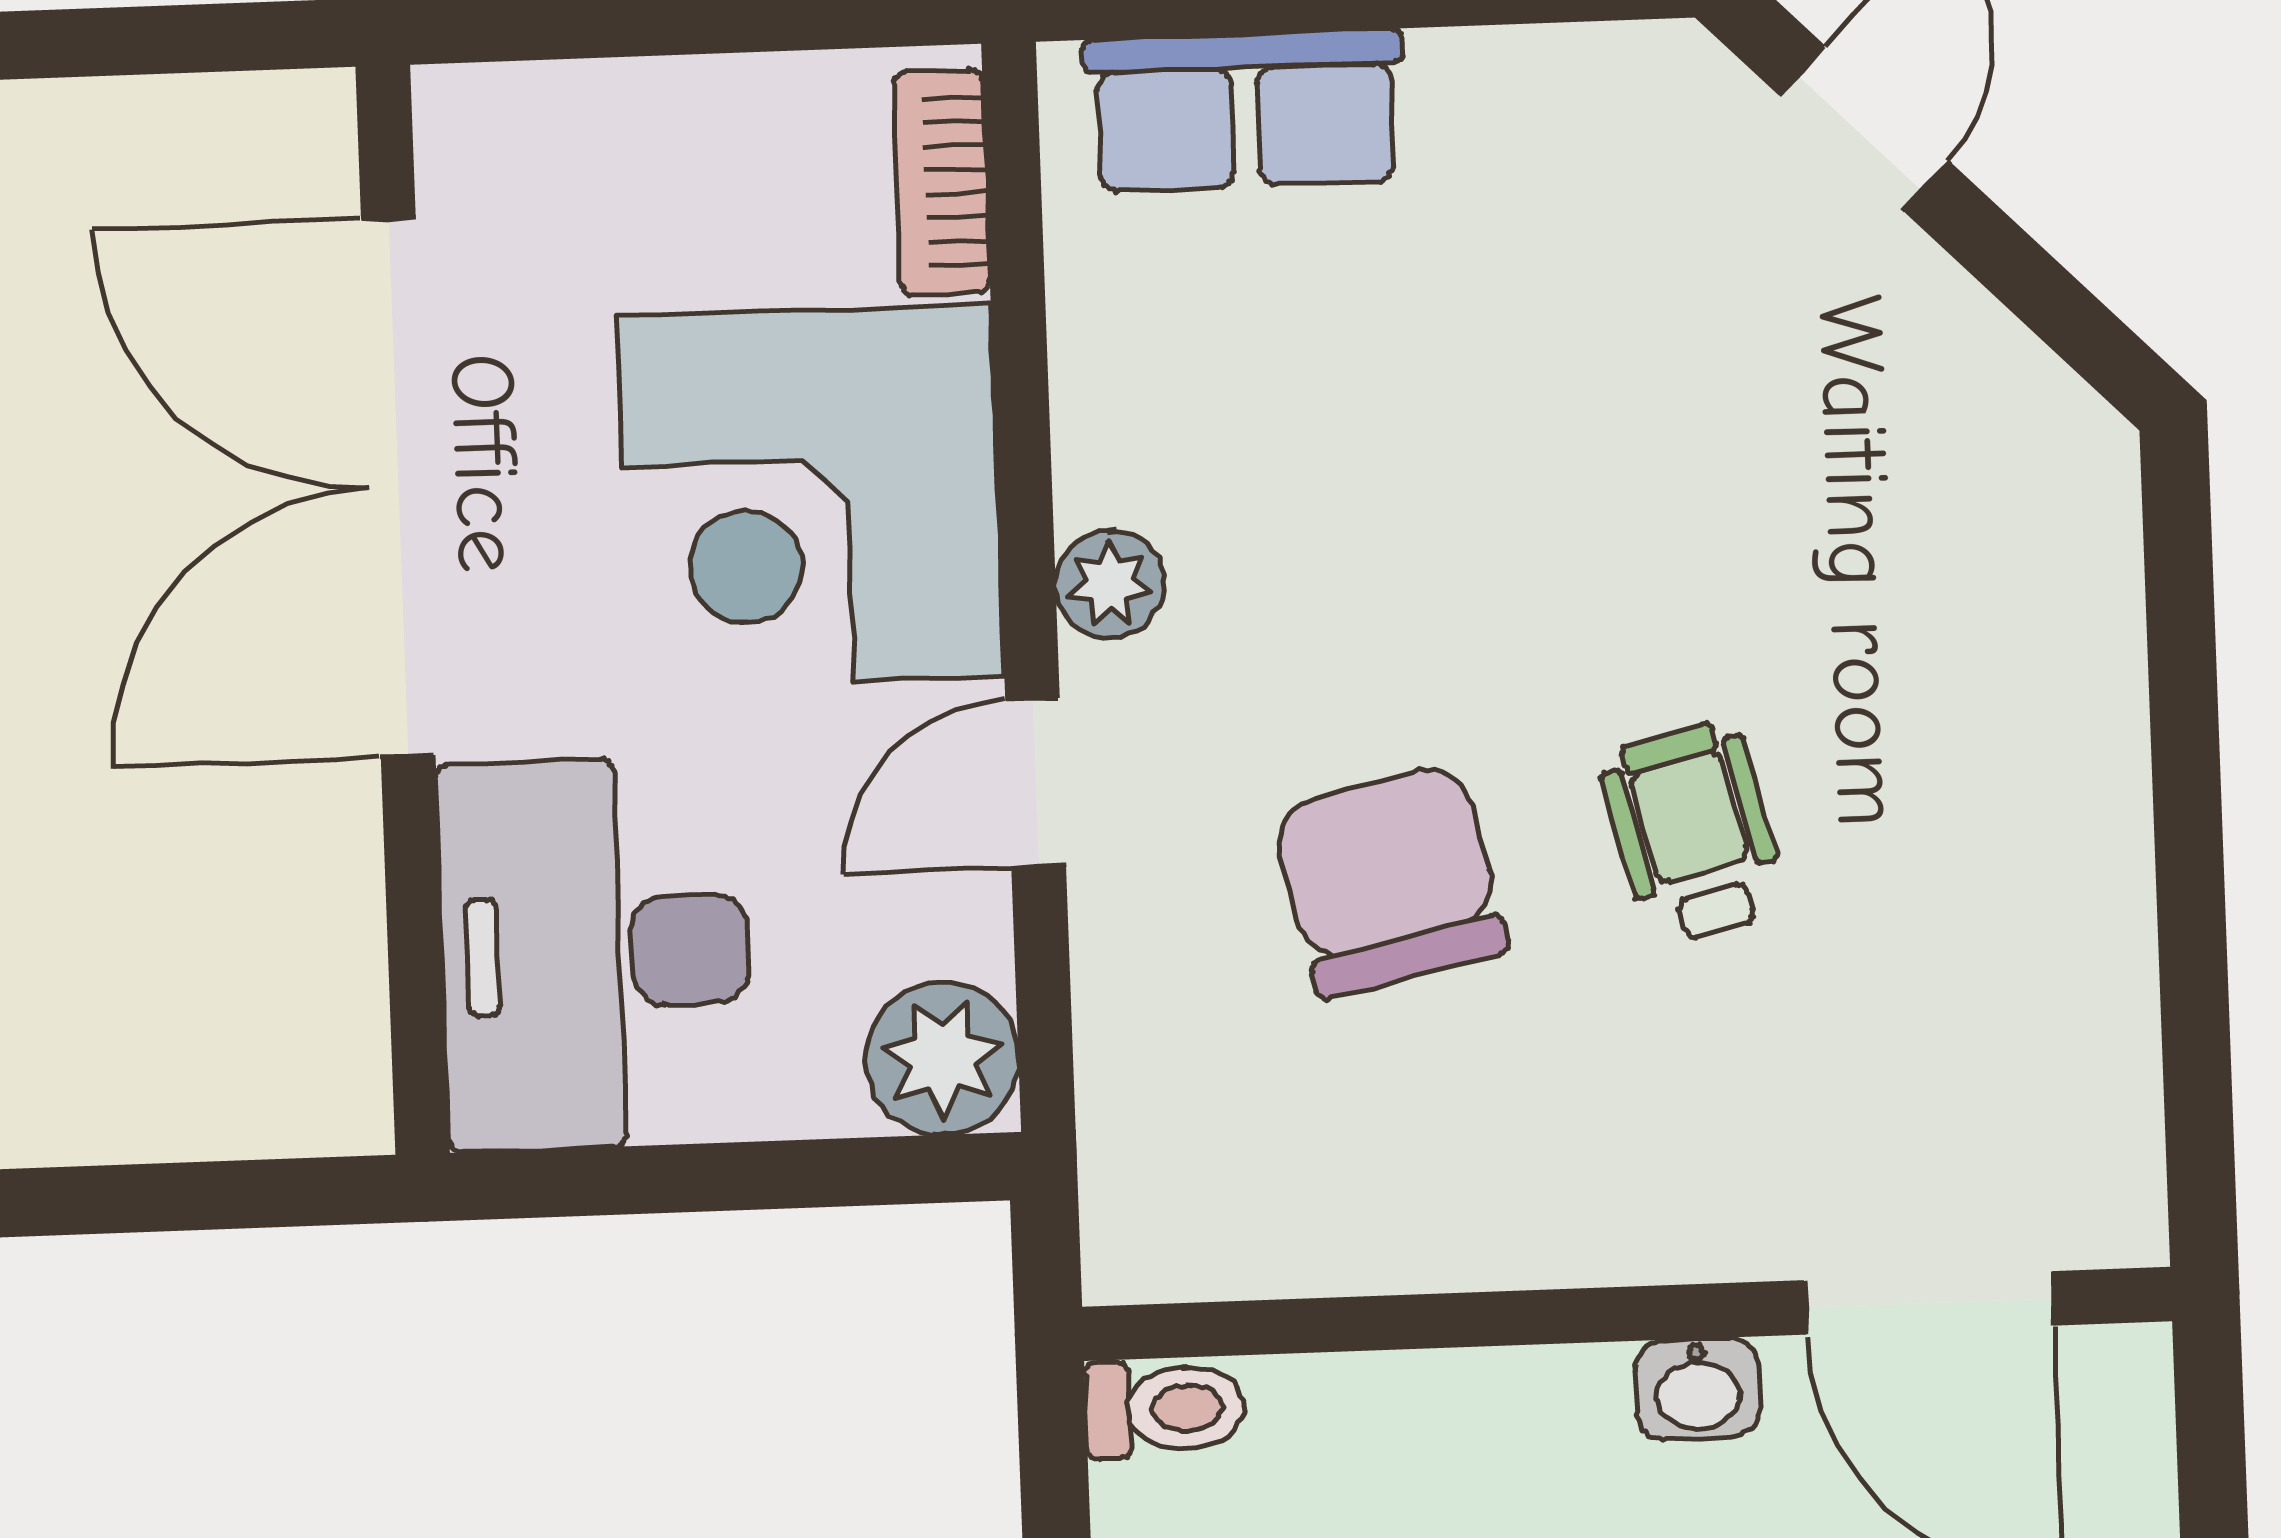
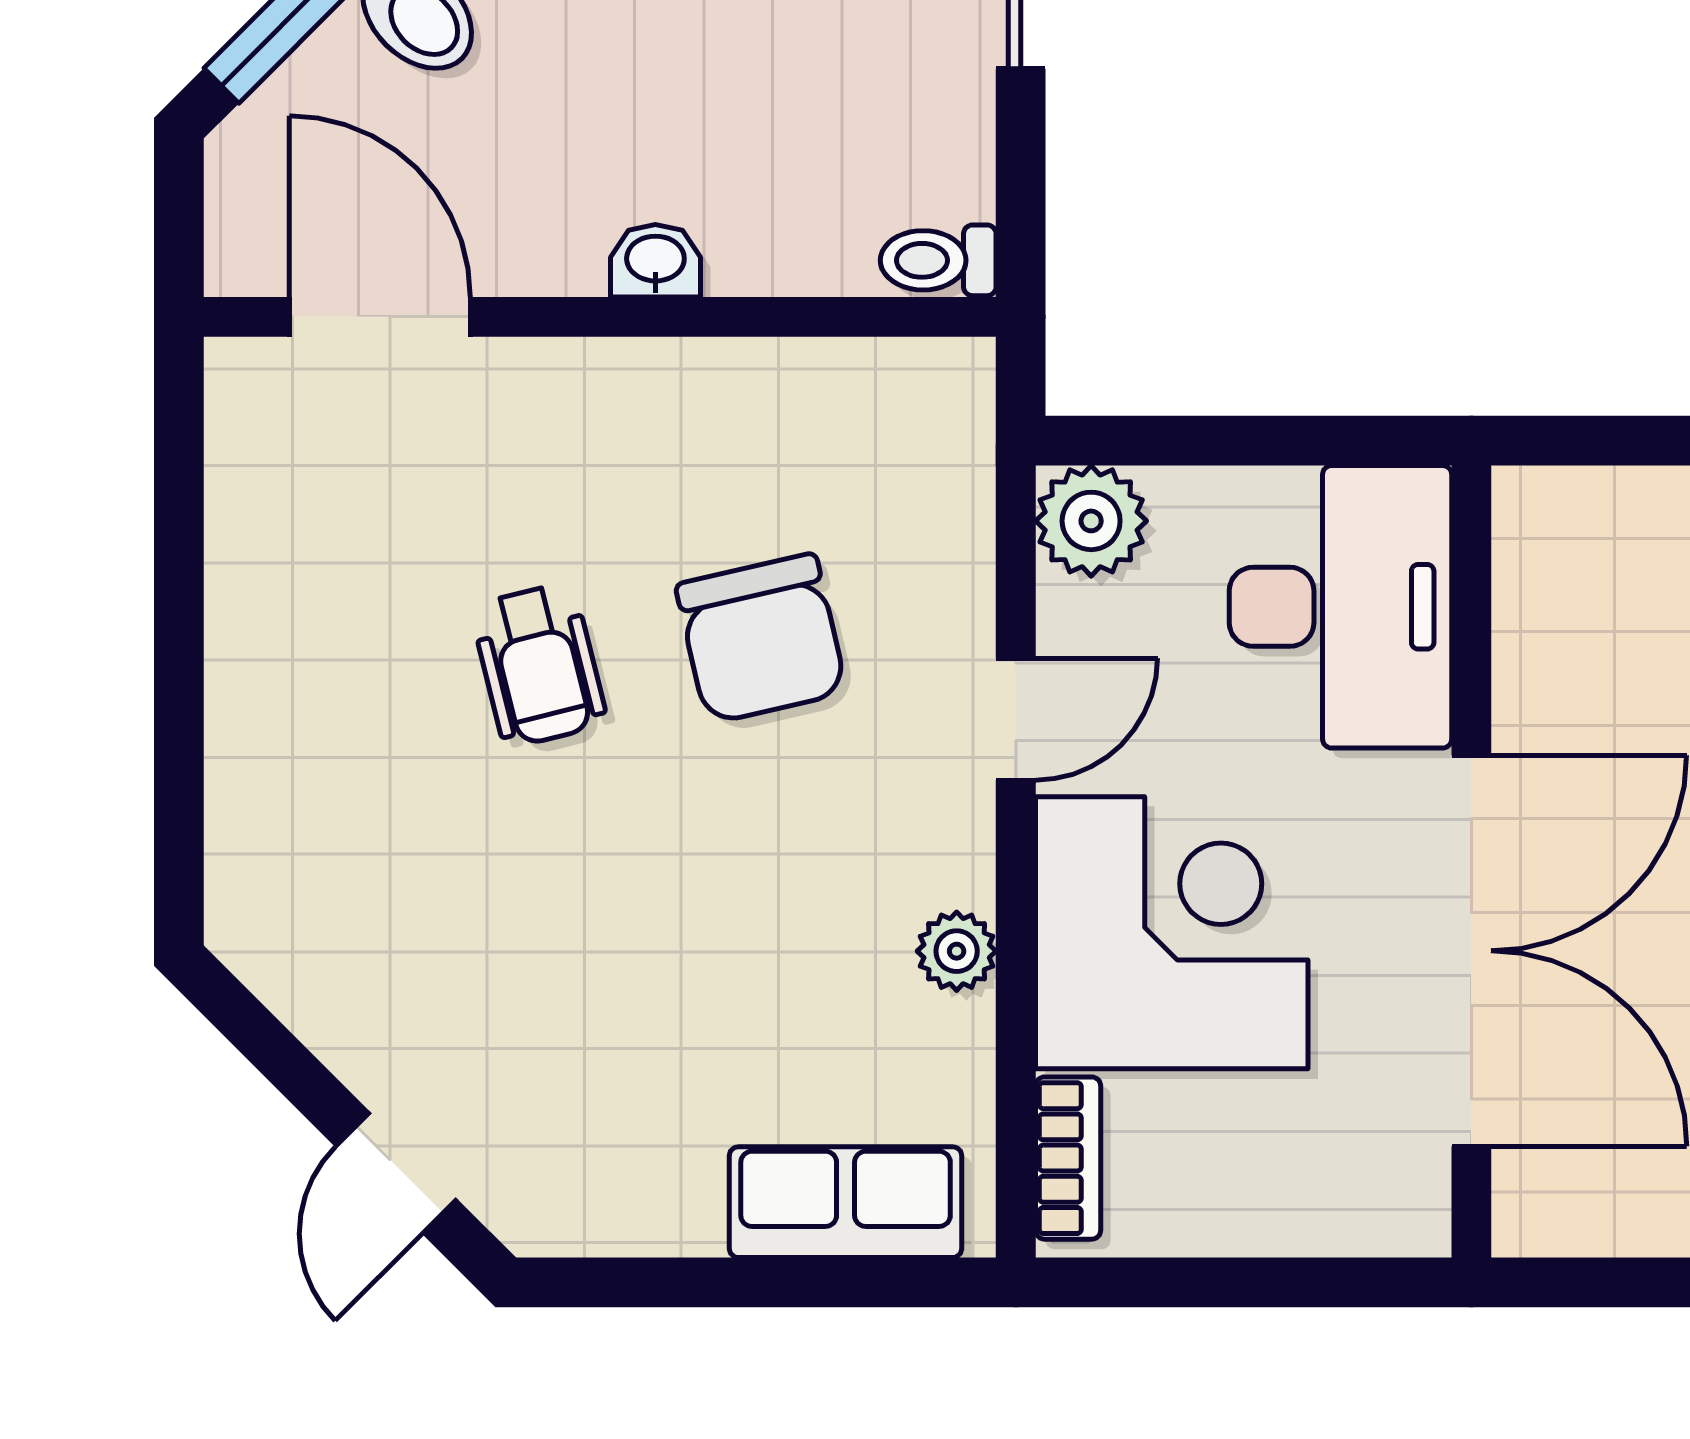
plant: (1110, 584) -> (957, 951), moved
washbasin: (1698, 1389) -> (655, 261), moved

